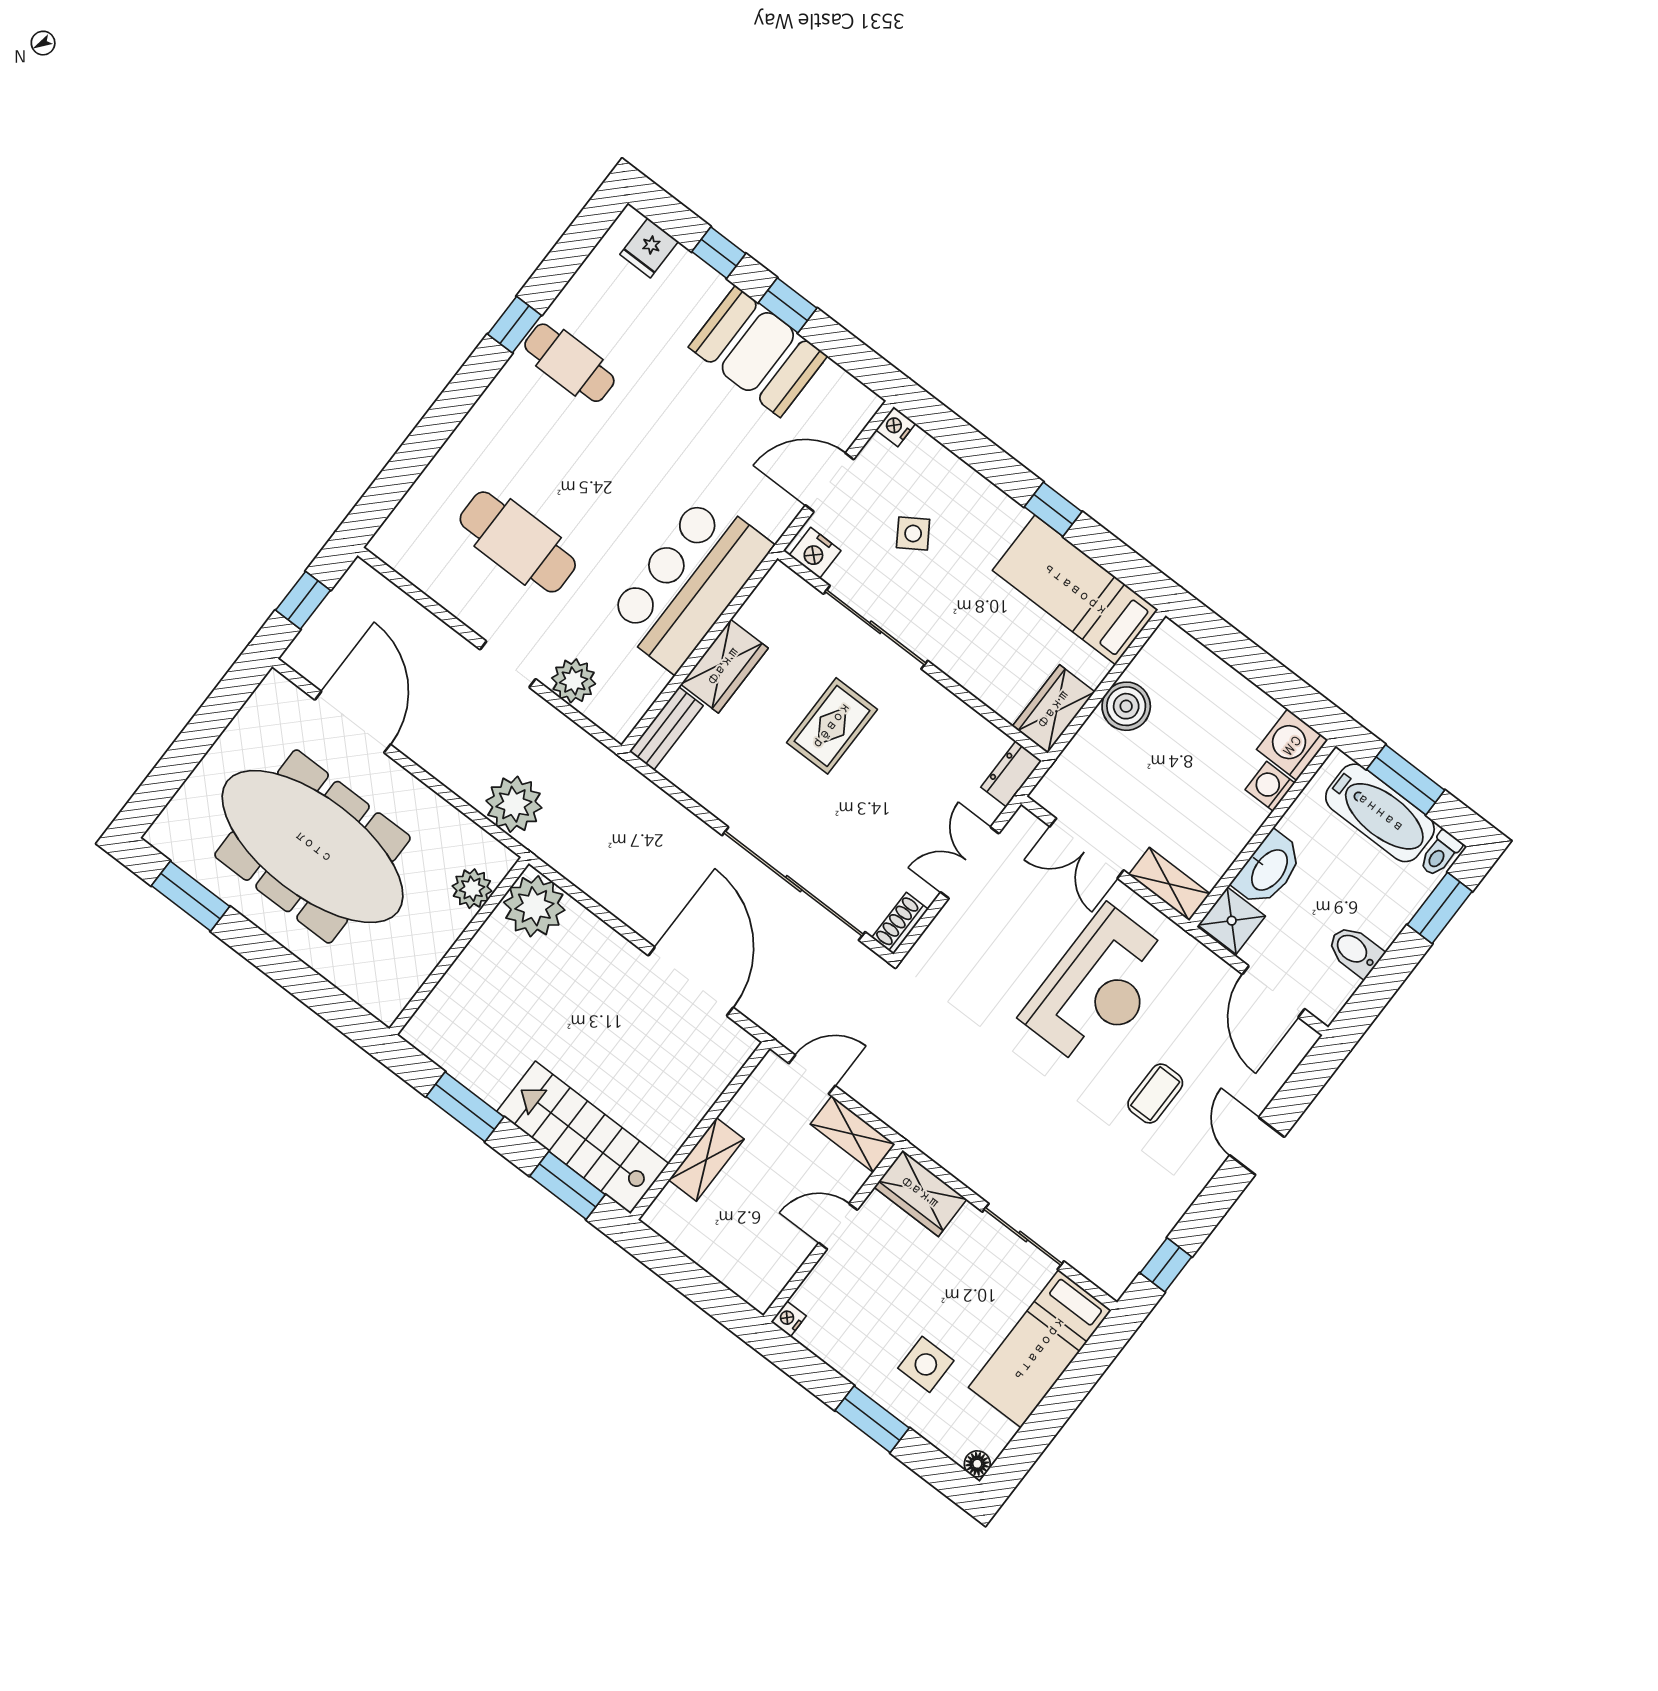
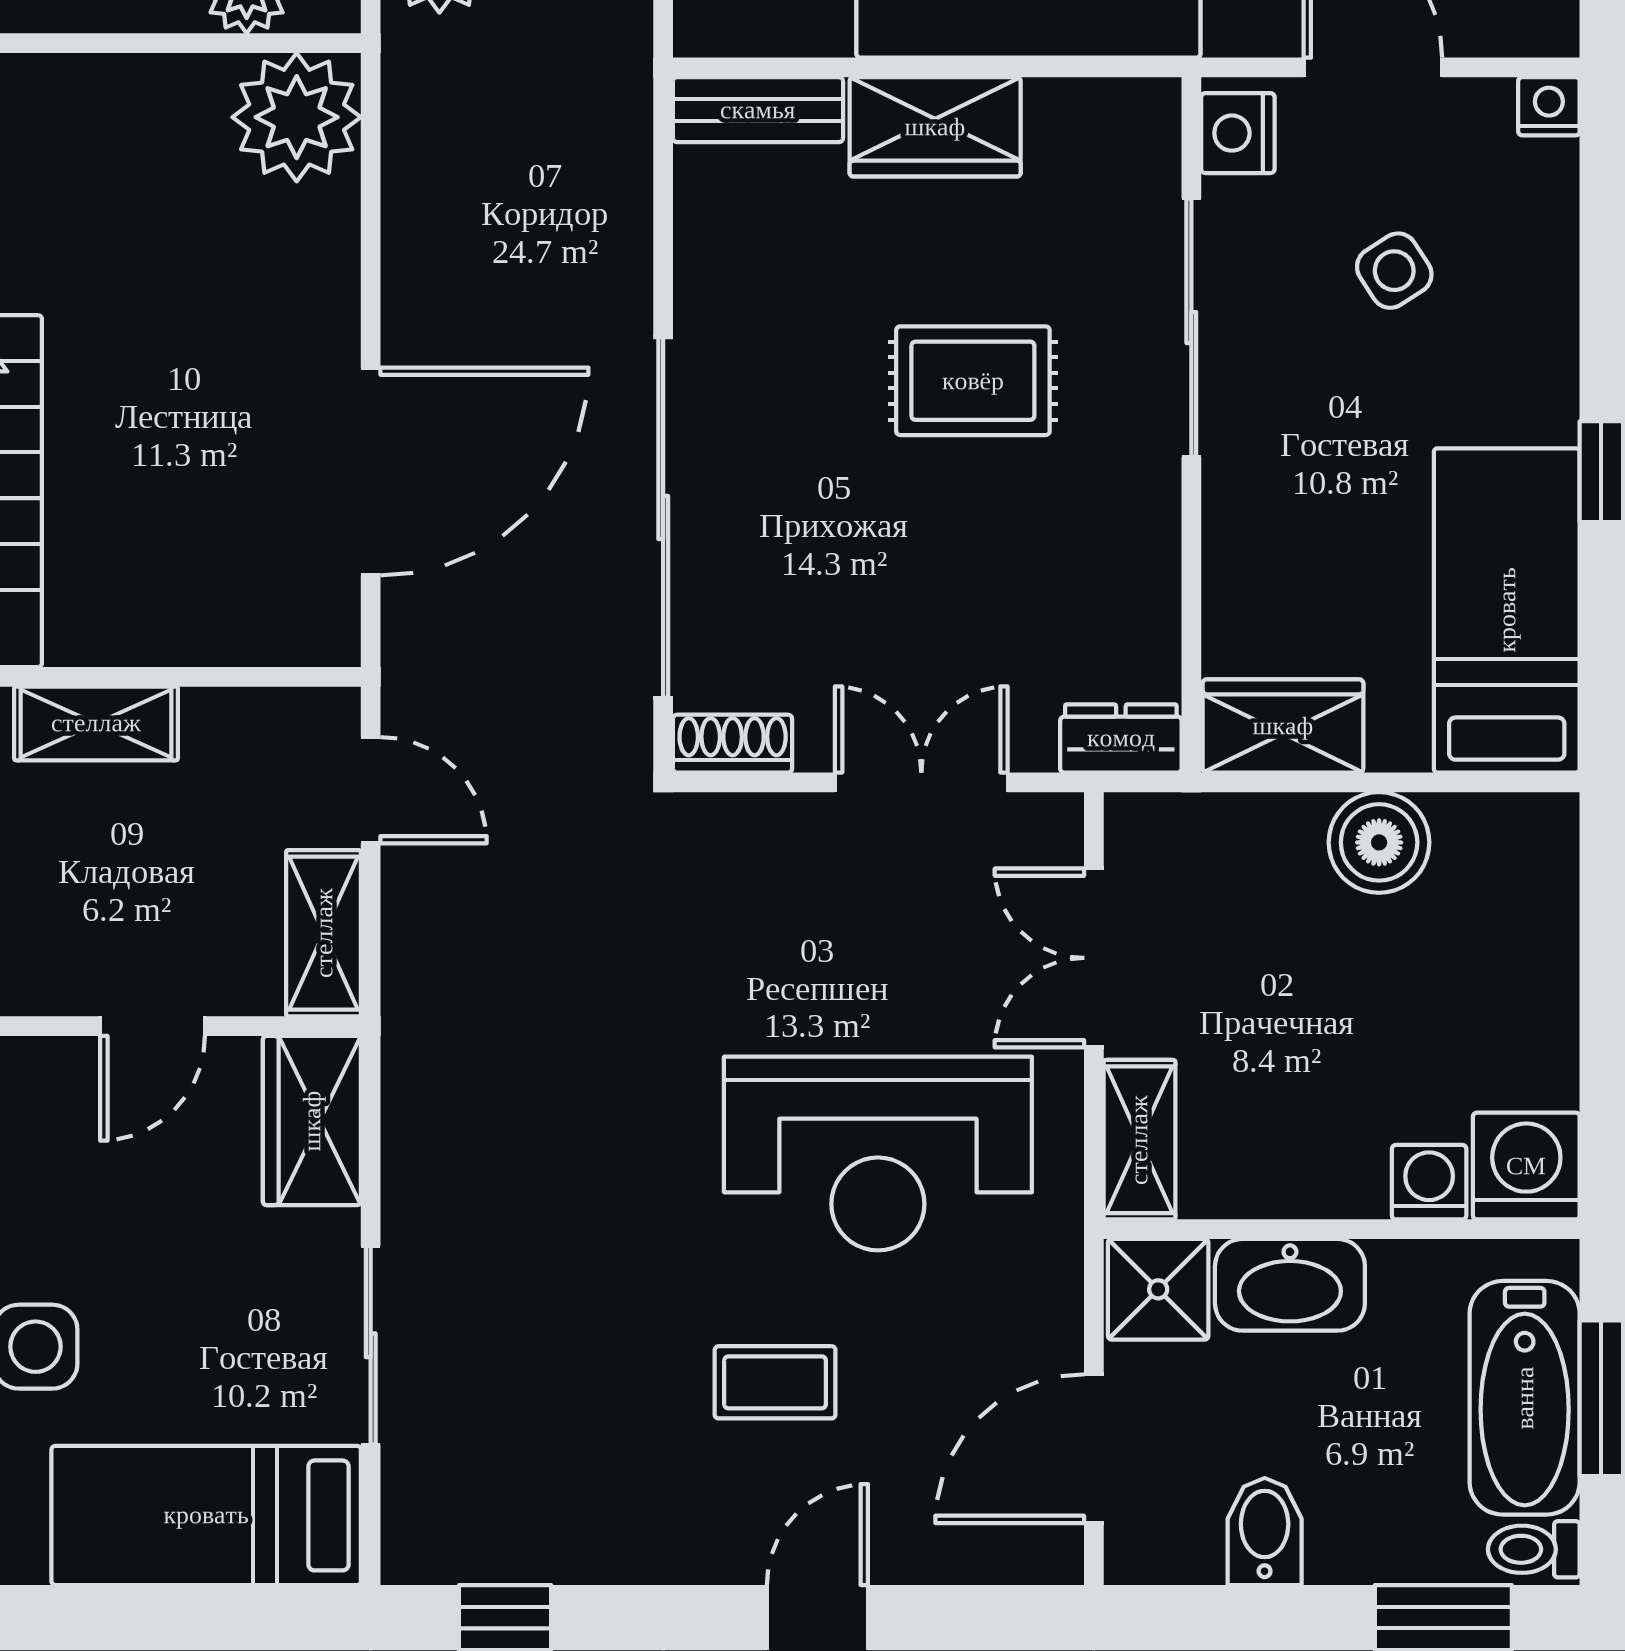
door: (838, 1226) -> (153, 1026), swing flipped

